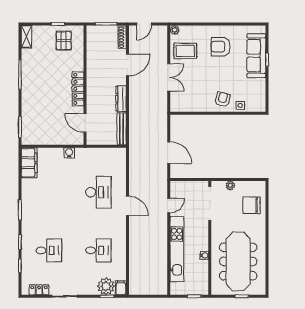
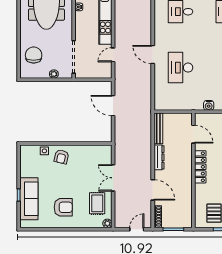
rug: (185, 51) -> (97, 203), turned 90
door: (127, 65) -> (153, 190), swing flipped
chair: (251, 205) -> (34, 55), turned -90

